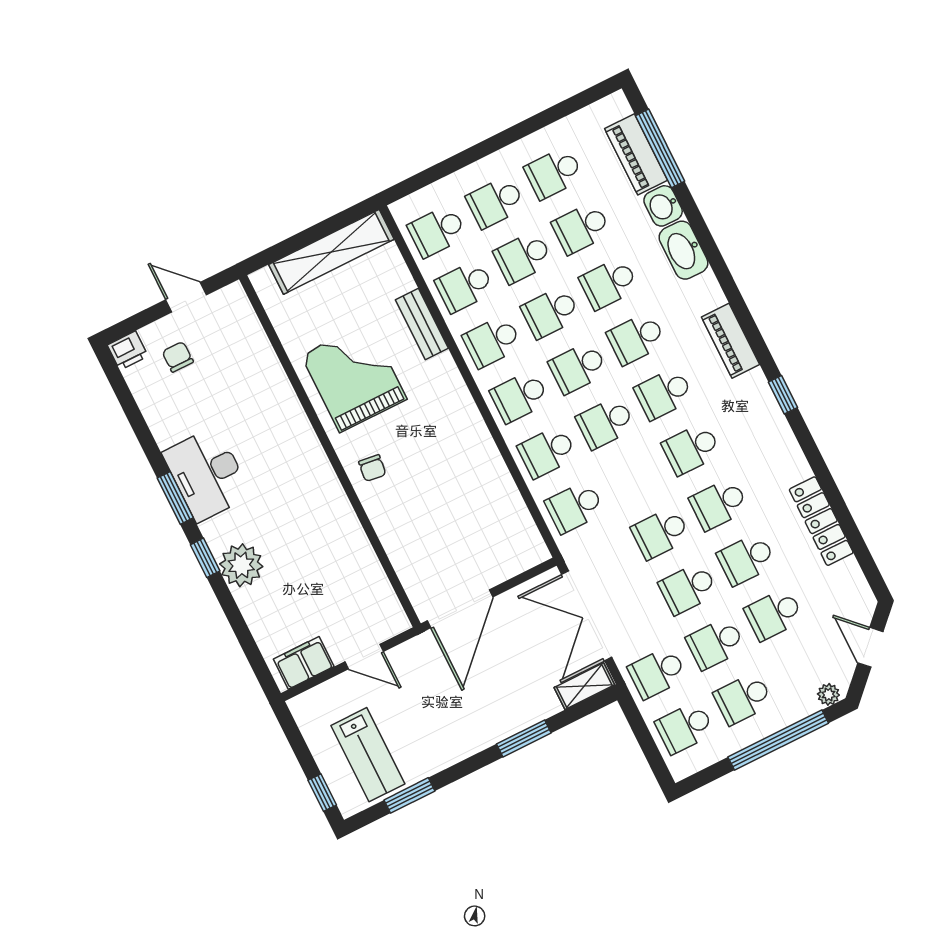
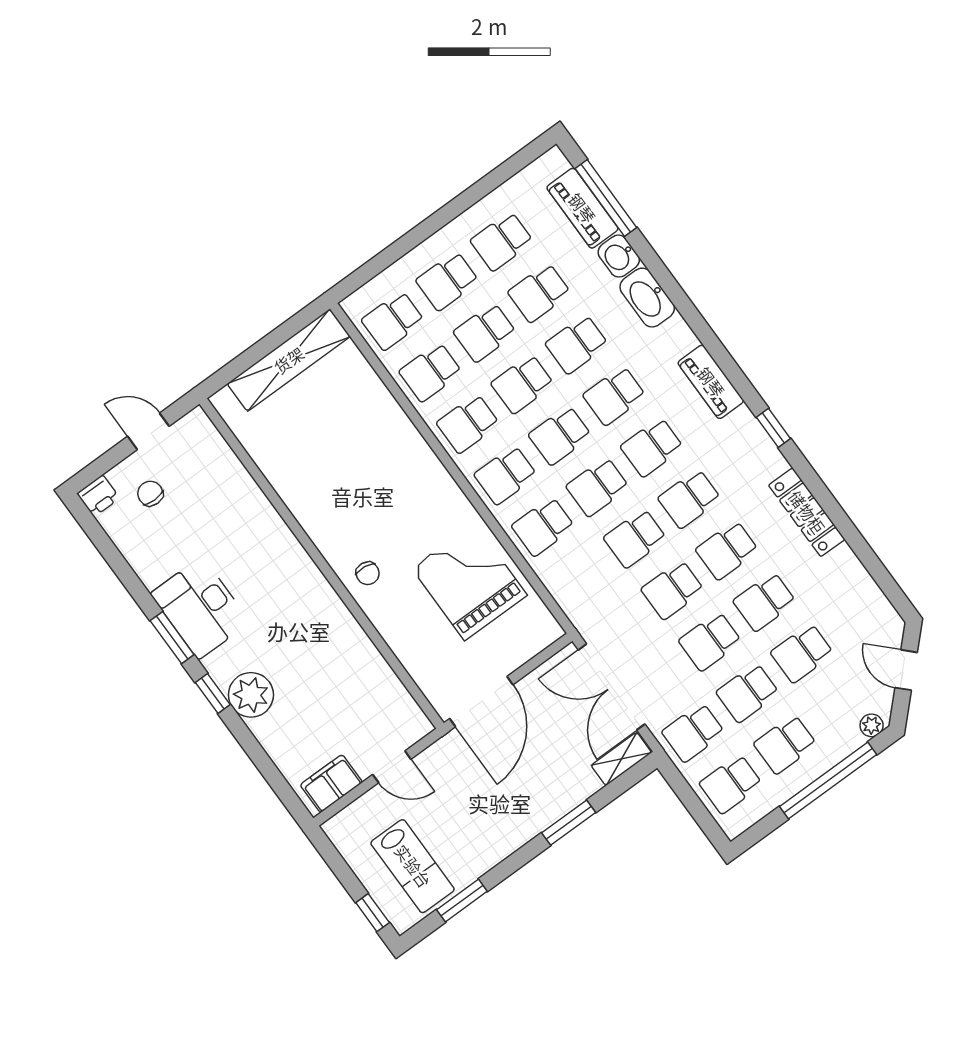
bench: (422, 324) -> (393, 418), removed
grand piano: (354, 377) -> (469, 582), moved
school desk: (575, 507) -> (635, 538), moved
locker: (821, 521) -> (807, 512), moved

